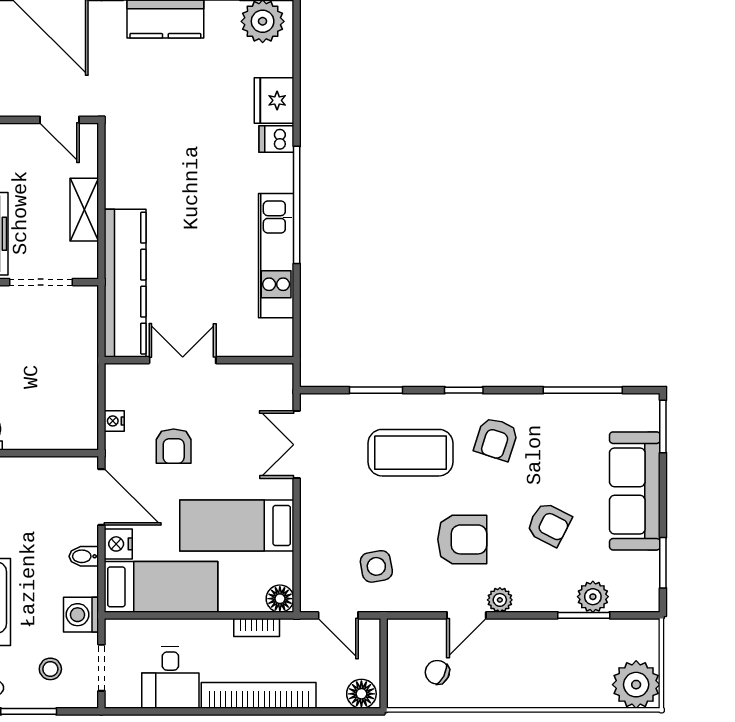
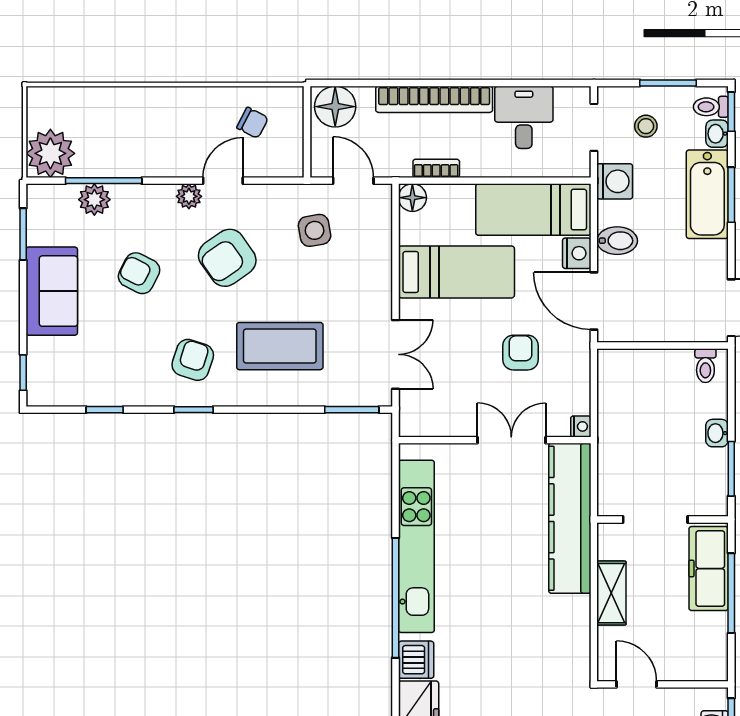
dishwasher: (276, 139) -> (416, 660), width x1.38
kitchen unit: (276, 256) -> (416, 546), width x1.36
double door: (183, 360) -> (511, 440), swing flipped
window: (376, 390) -> (352, 410), moved
window: (464, 390) -> (193, 410), moved
window: (583, 390) -> (105, 410), width x0.46
nightstand: (114, 421) -> (581, 426), moved
window: (663, 427) -> (23, 373), width x0.67
sofa: (635, 491) -> (52, 291), width x0.73
armchair: (462, 539) -> (227, 258), turned -35
bidet: (84, 556) -> (617, 241), width x1.38, depth x1.36
window: (584, 615) -> (104, 181), width x1.44
plant: (636, 685) -> (50, 153), moved
floor lamp: (361, 694) -> (335, 107), width x1.38, depth x1.38

